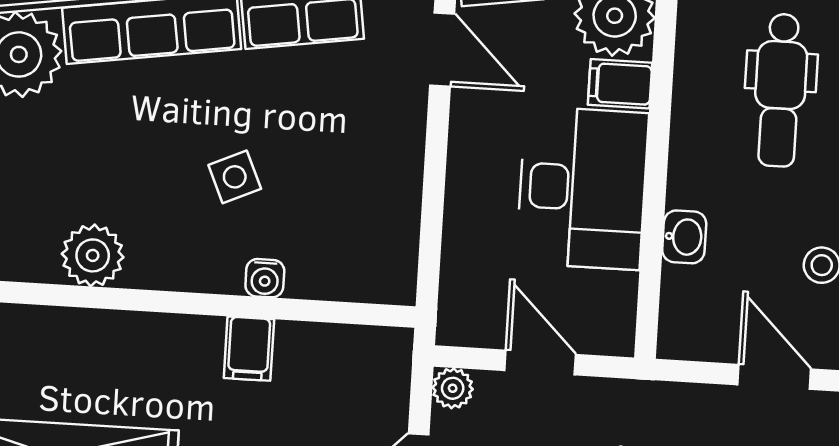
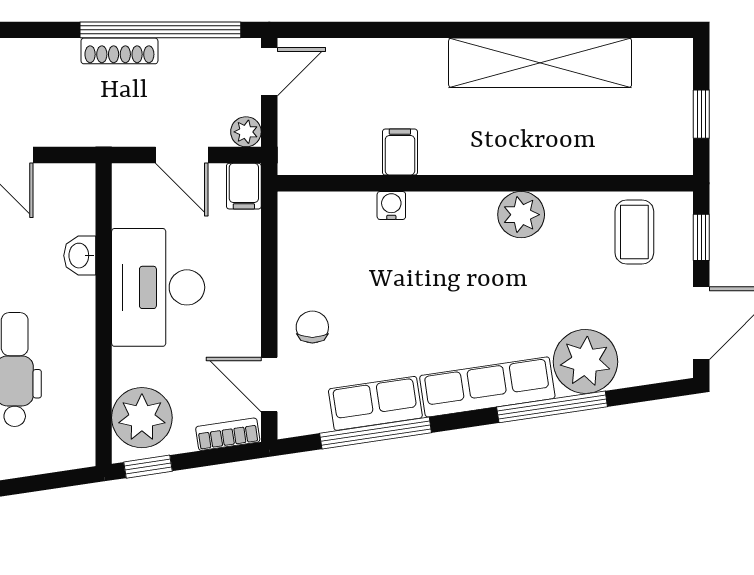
filing cabinet: (620, 84) -> (244, 186), moved, turned 90
chair: (380, 123) -> (312, 327), added
side table: (235, 177) -> (419, 280), removed

